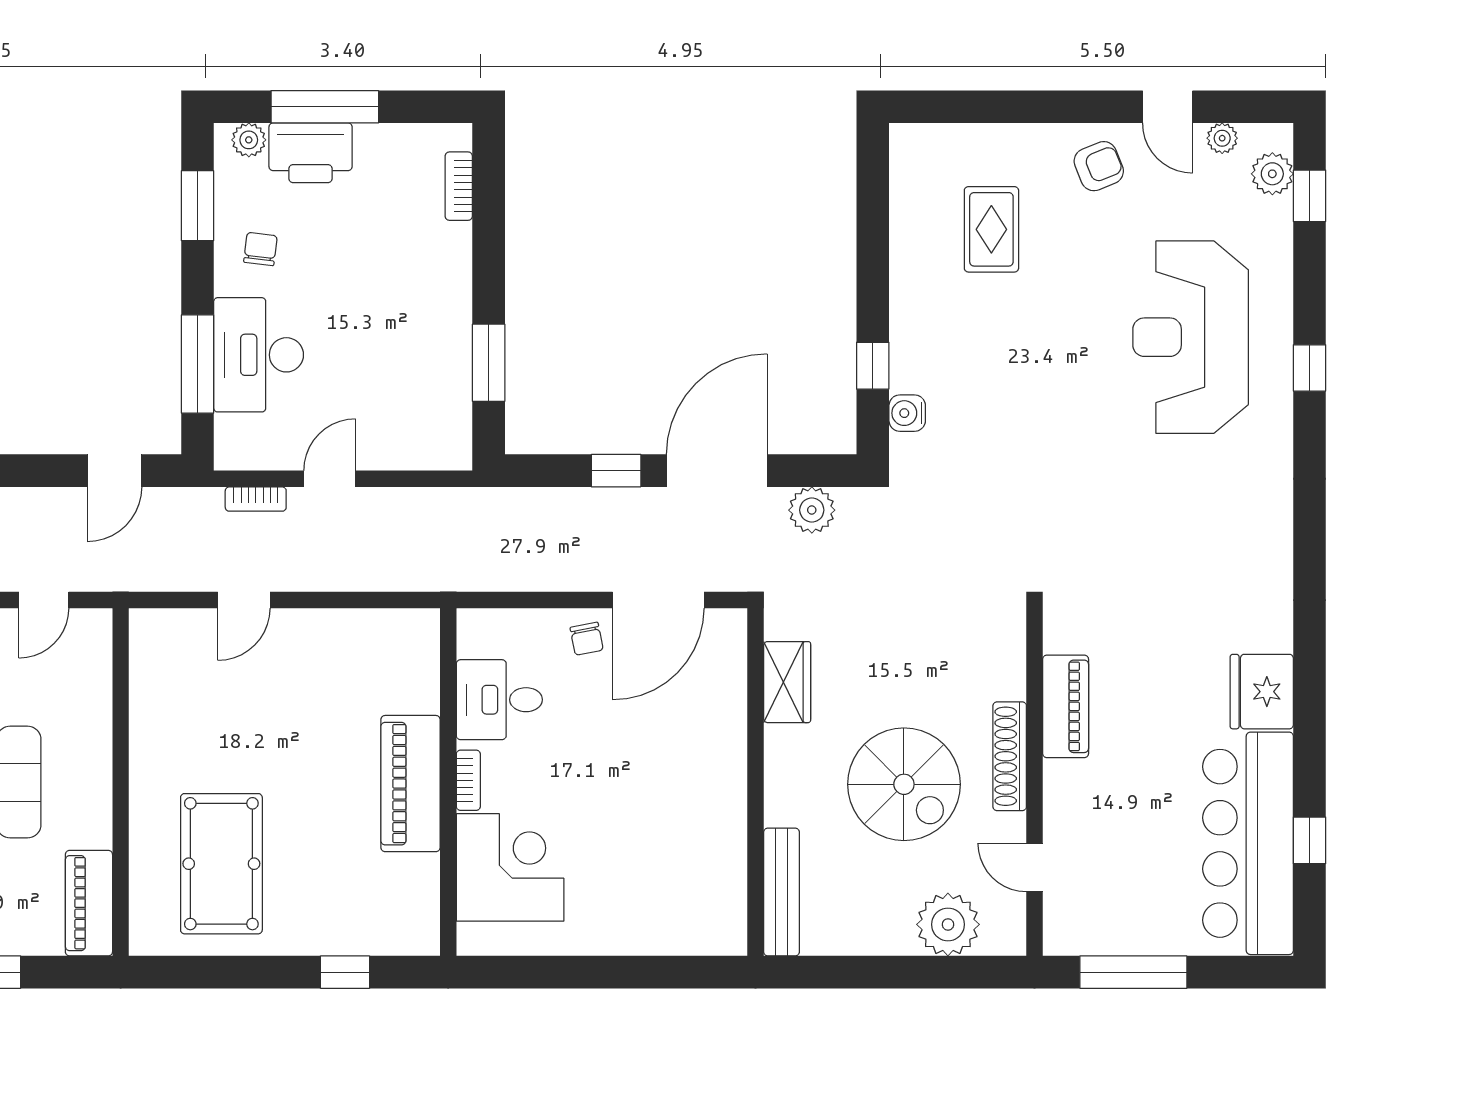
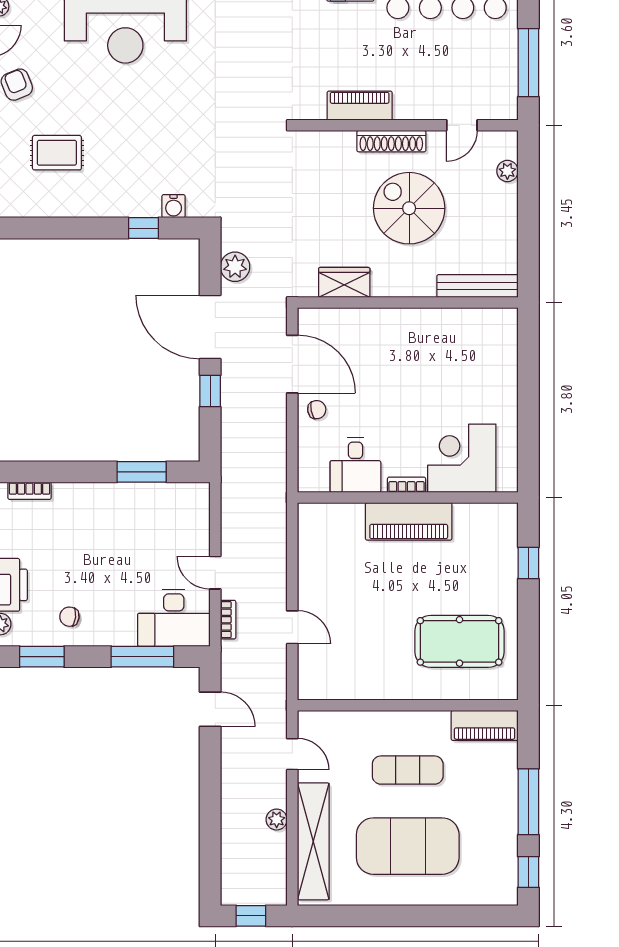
desk: (259, 355) -> (174, 618), moved
spiral stairs: (904, 784) -> (409, 208), turned -90
plant: (948, 924) -> (507, 171), width x0.53, depth x0.53

